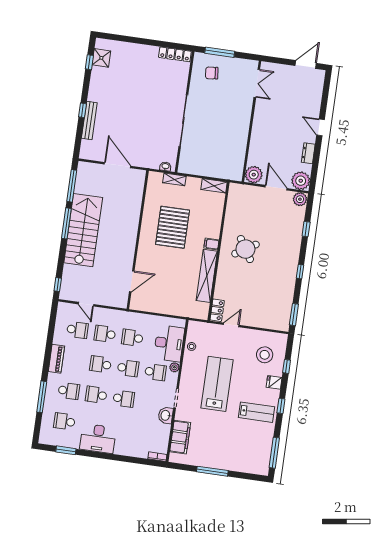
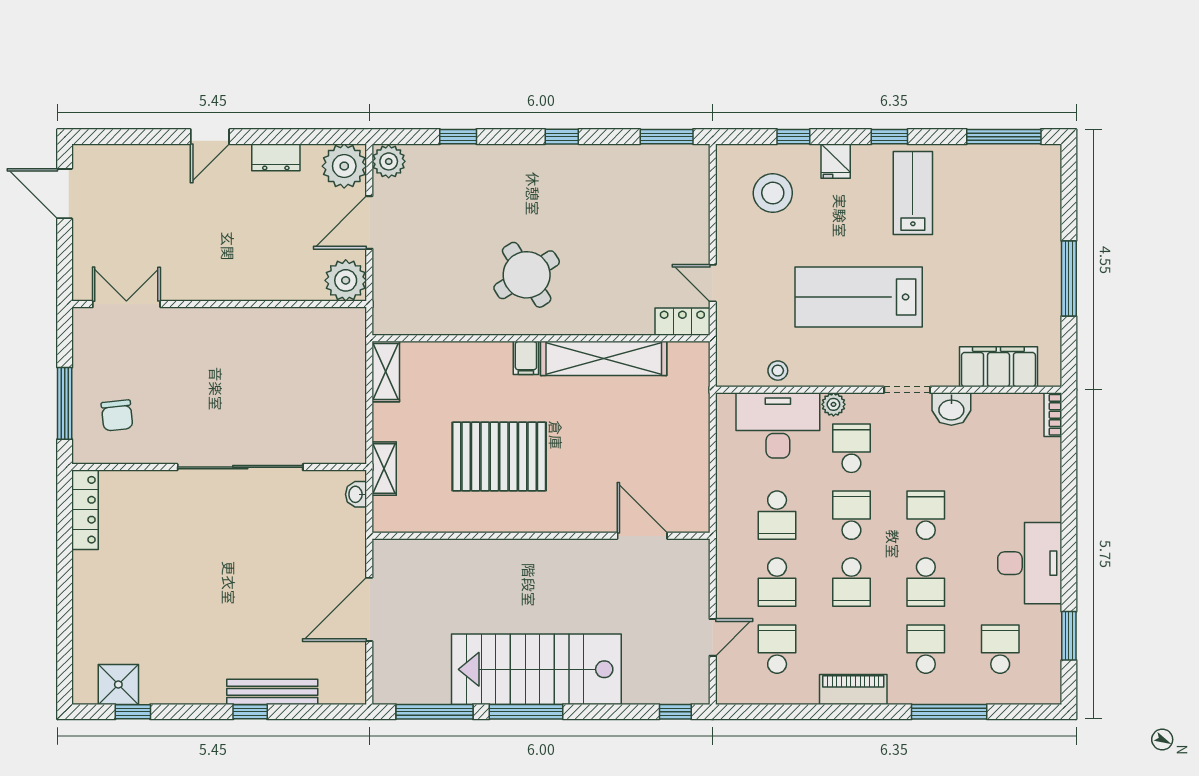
school desk: (64, 421) -> (1000, 649), turned 180

